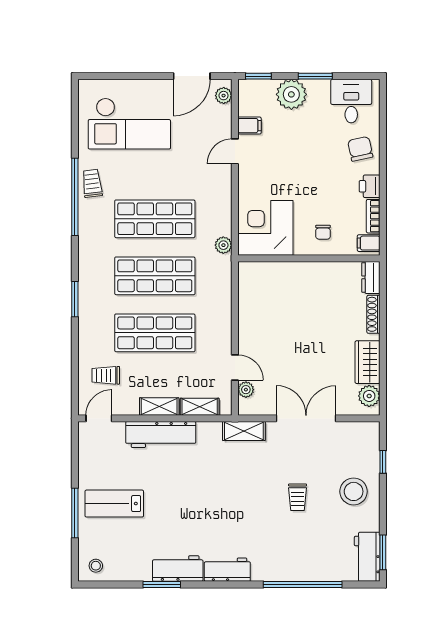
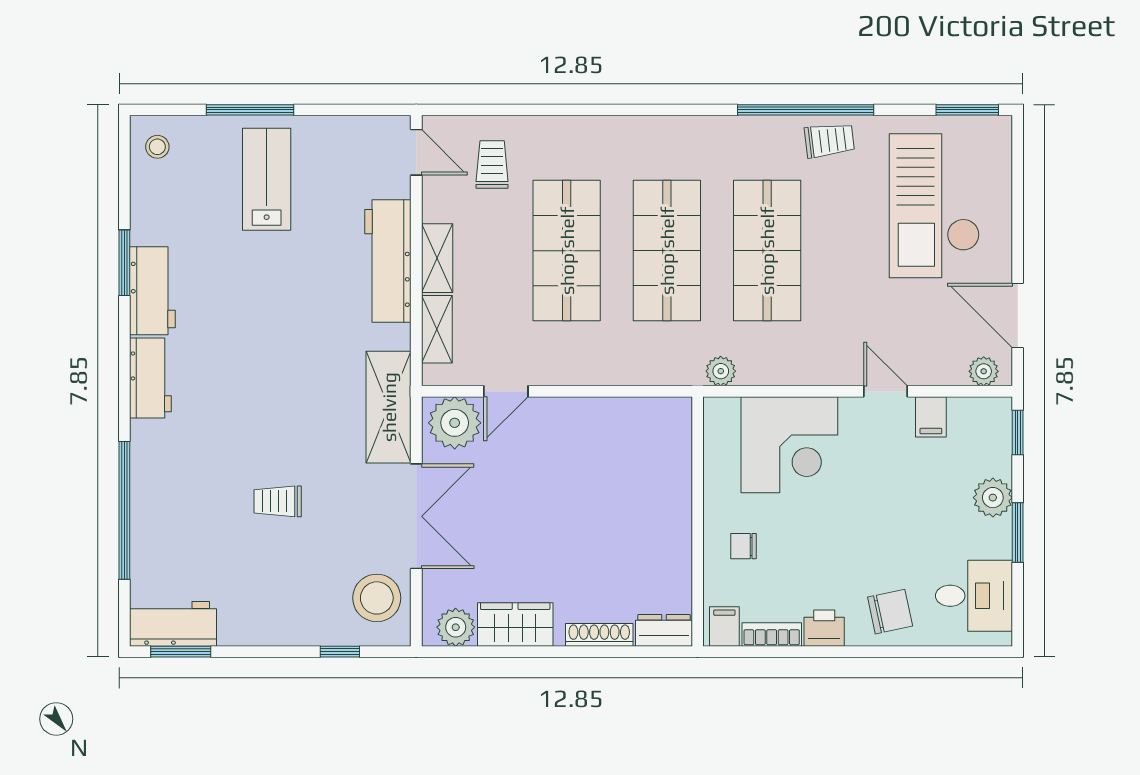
plant: (291, 94) -> (993, 498), width x0.73, depth x0.73
corner desk: (265, 228) -> (789, 445), moved, turned 90
window: (75, 299) -> (967, 110), moved
plant: (246, 390) -> (455, 423), width x1.88, depth x1.88
shelving: (244, 431) -> (389, 407), width x1.50, depth x1.33
stool: (354, 491) -> (377, 598), moved

